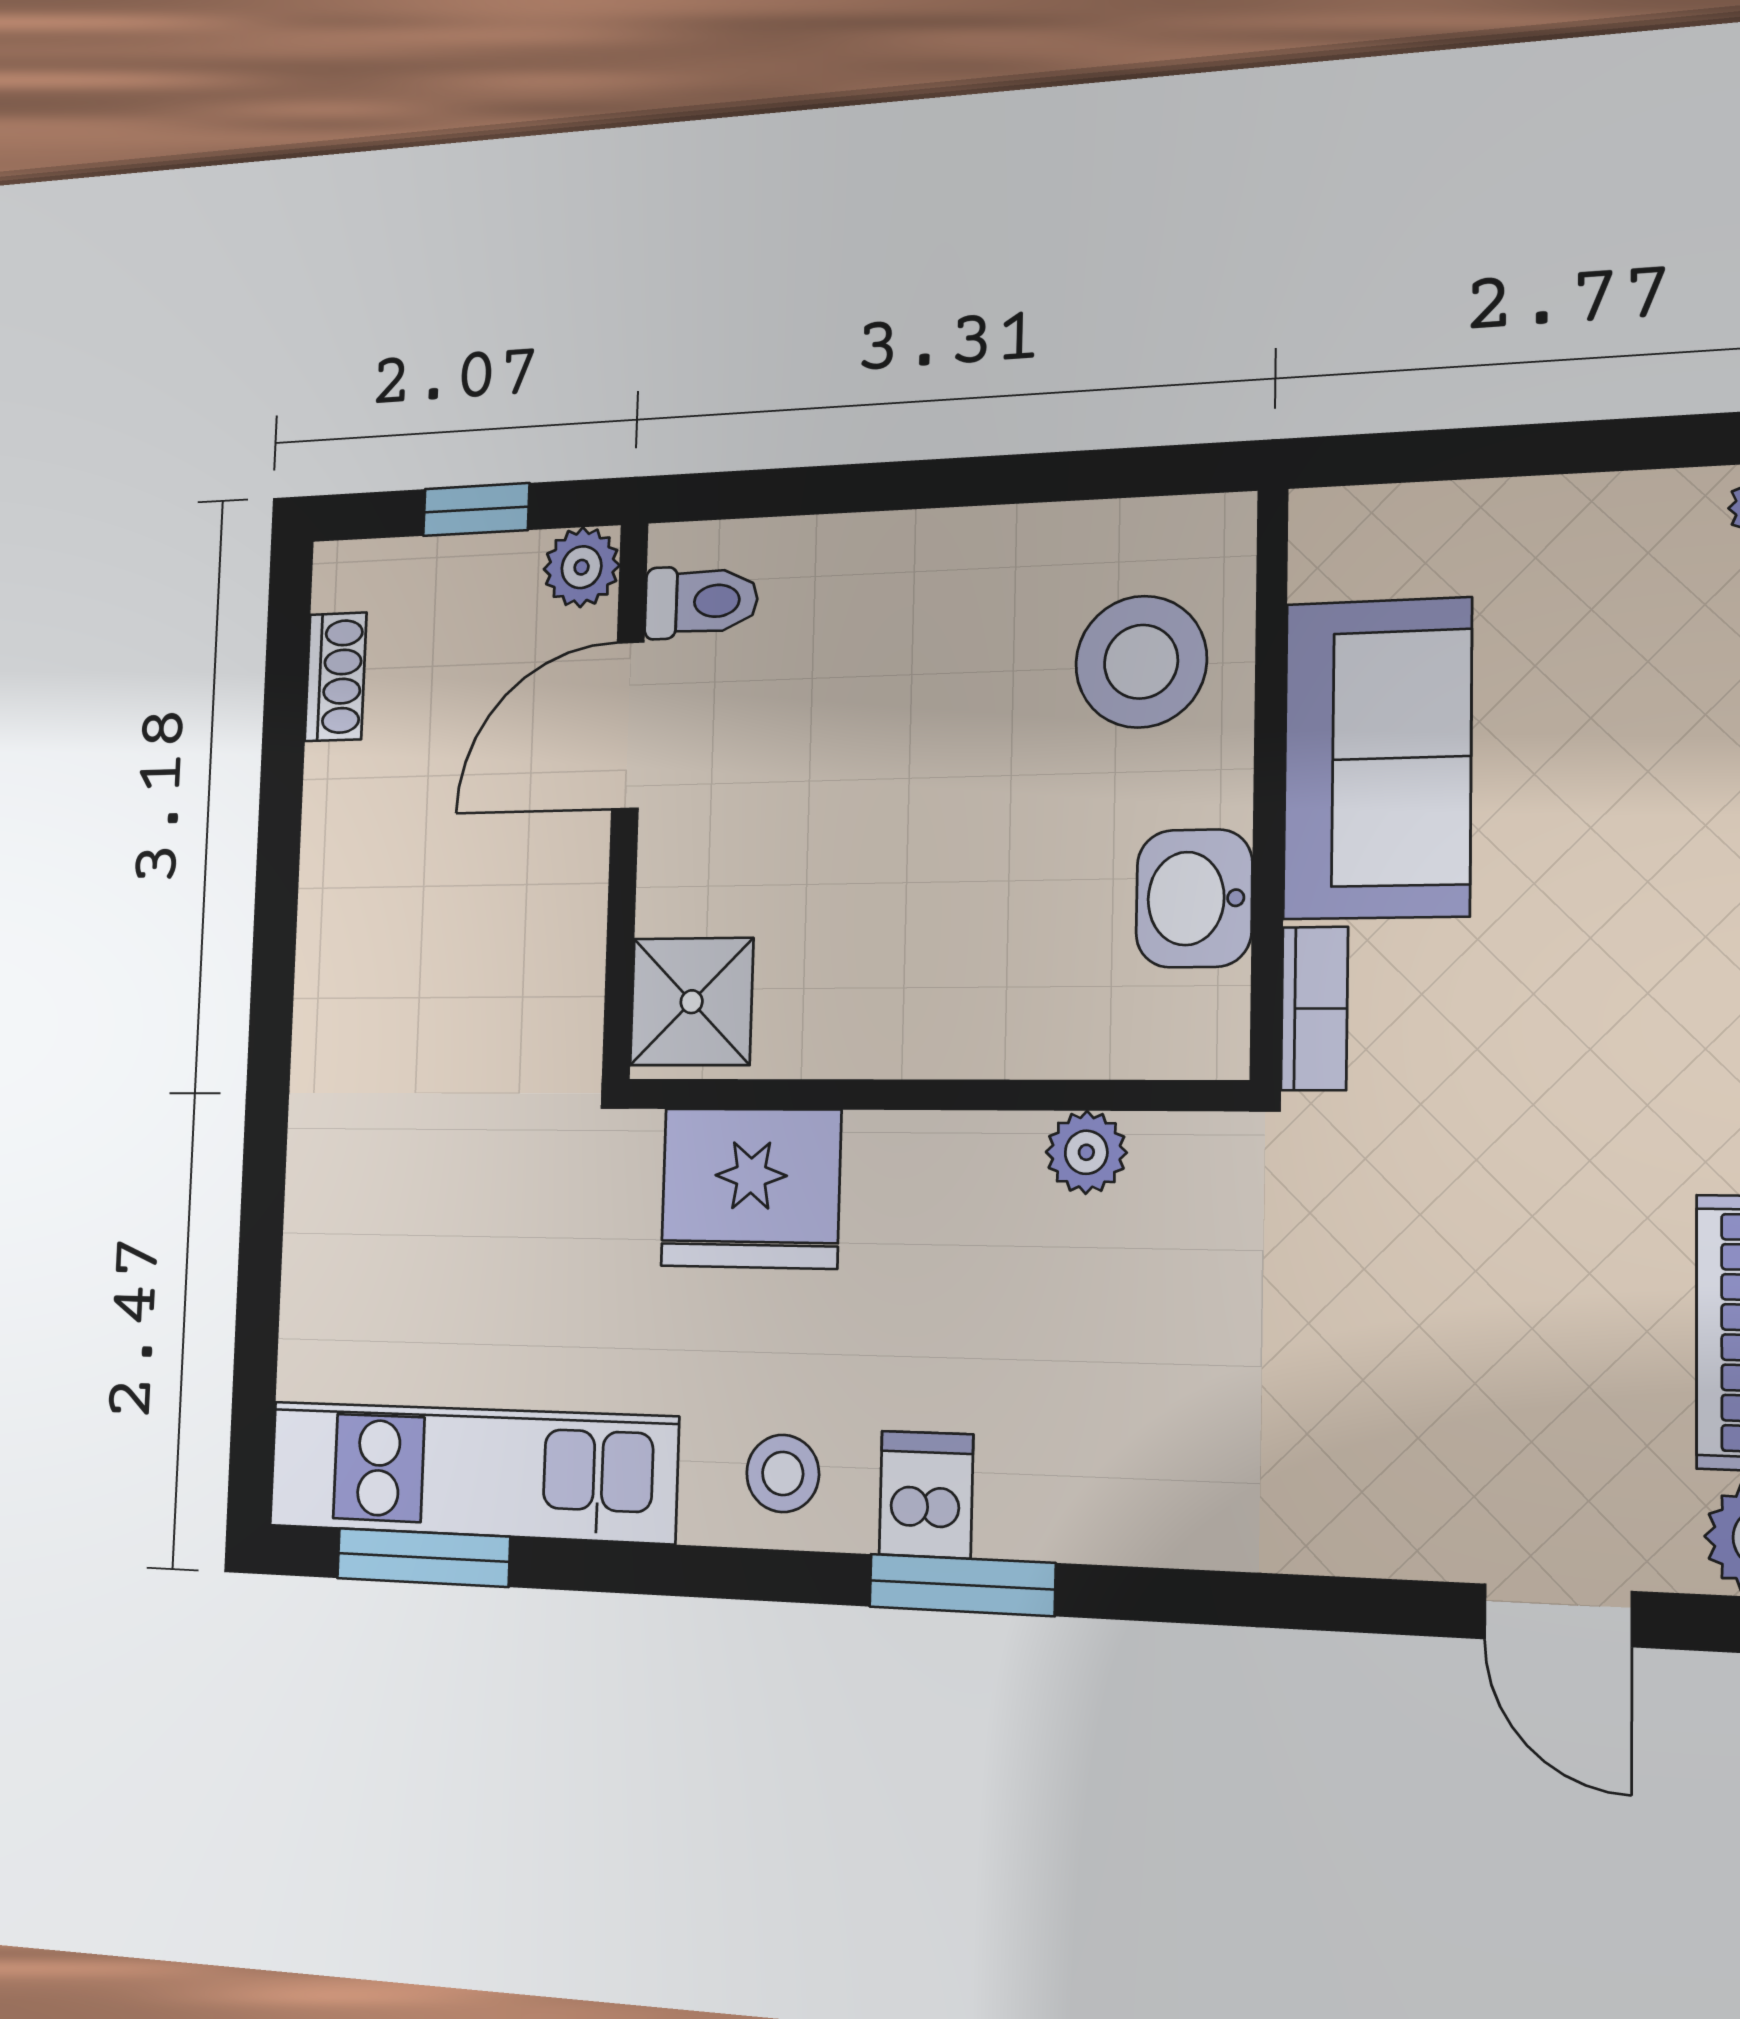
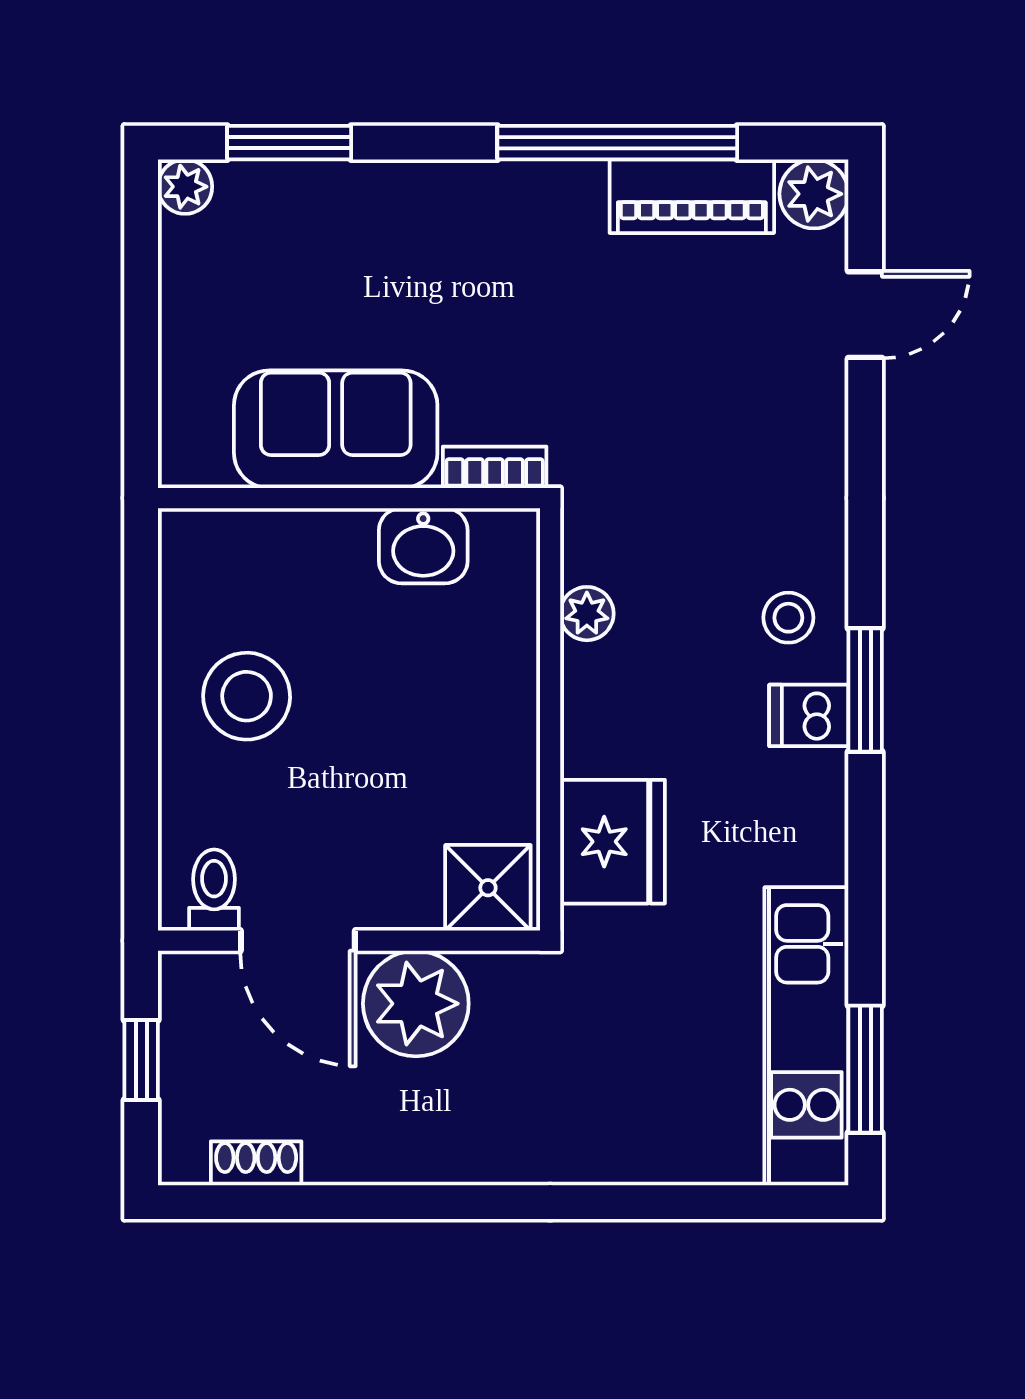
plant: (582, 567) -> (416, 1004), moved, width x1.88, depth x1.88
stool: (1141, 662) -> (247, 696), moved
stool: (783, 1473) -> (788, 618), moved

